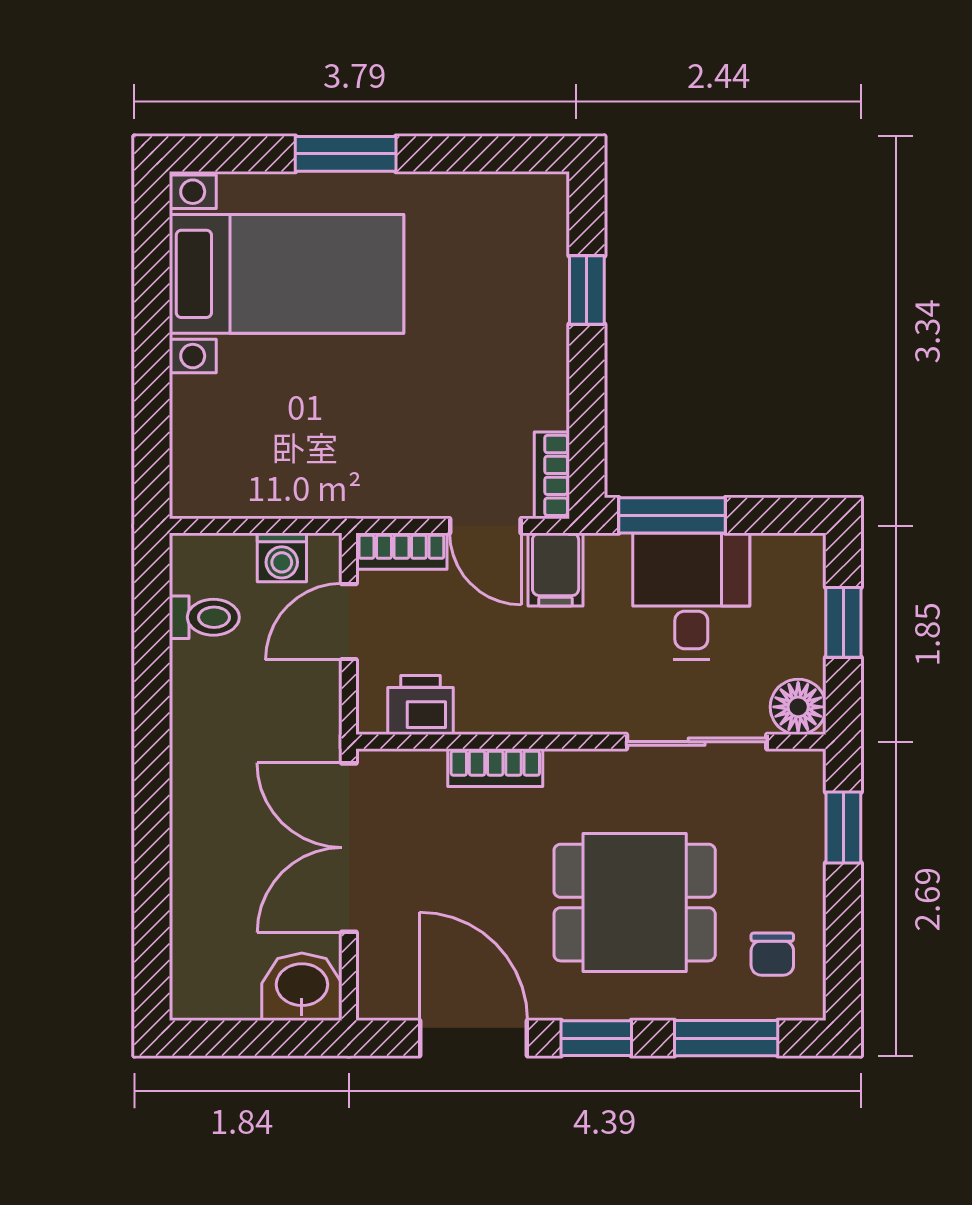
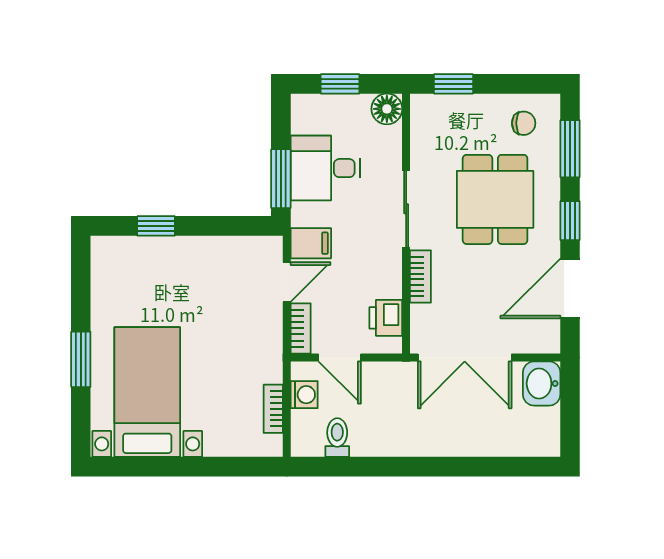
bookcase: (552, 475) -> (273, 409), moved, turned 90
sliding door: (697, 742) -> (406, 209), moved

